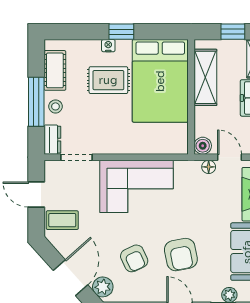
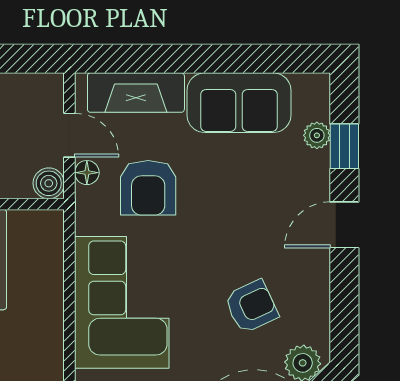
door: (229, 157) -> (69, 135), swing flipped
armchair: (181, 255) -> (148, 188), moved, turned 101

